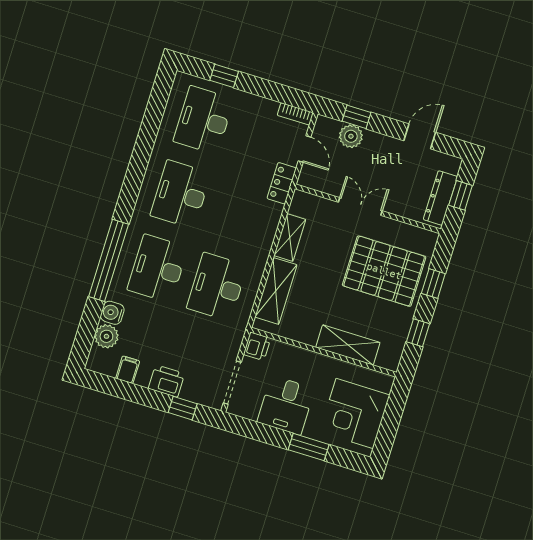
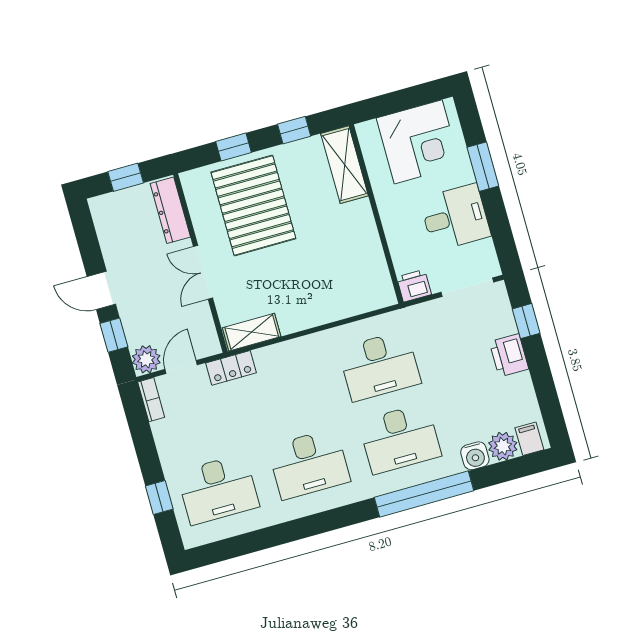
plant: (351, 136) -> (146, 359), moved
door: (420, 136) -> (101, 290), moved
dresser: (440, 198) -> (170, 210), moved, turned 90
shelving: (290, 237) -> (252, 332), moved
shelving: (276, 291) -> (345, 303), removed
shelving: (348, 345) -> (345, 165), moved
filing cabinet: (128, 370) -> (529, 439), moved, turned 90

